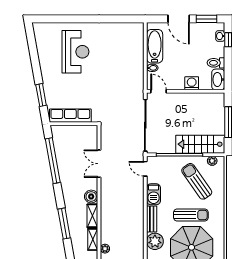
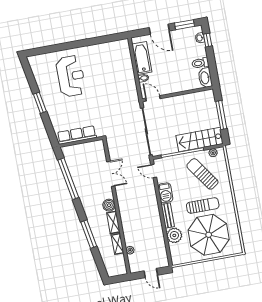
washing machine: (192, 83) -> (182, 86), removed
window: (41, 95) -> (40, 103), moved
double door: (99, 164) -> (111, 174), swing flipped

